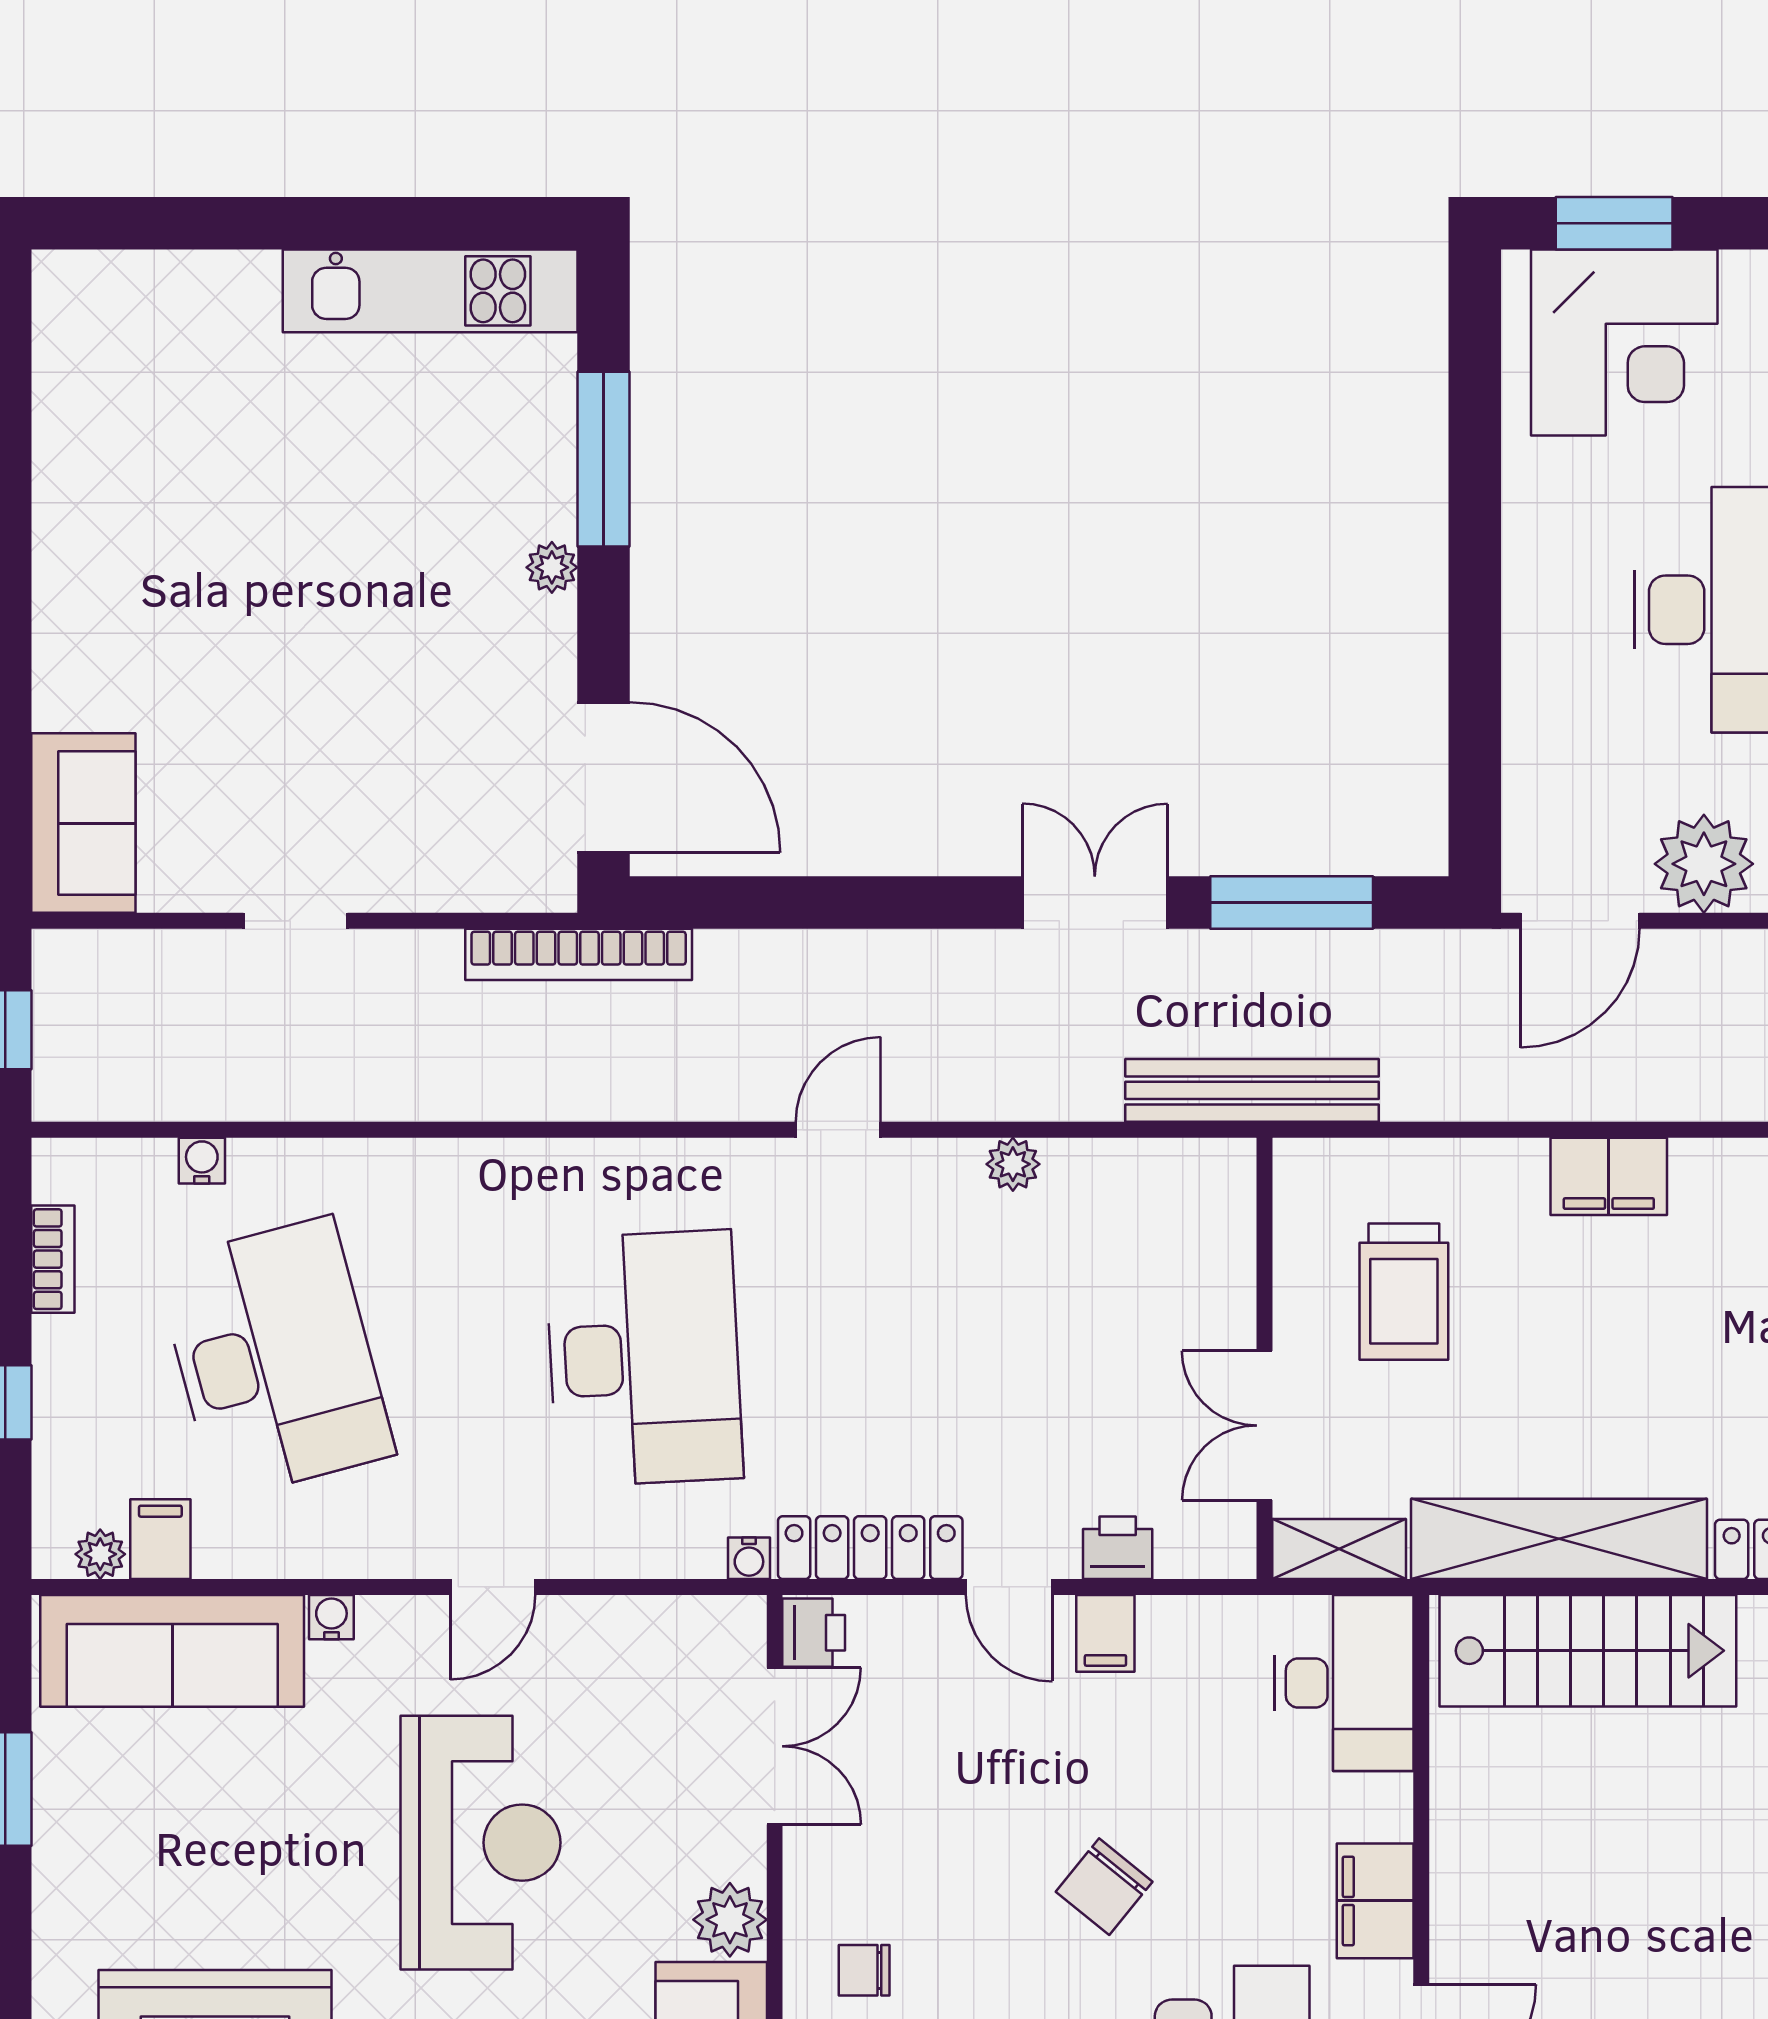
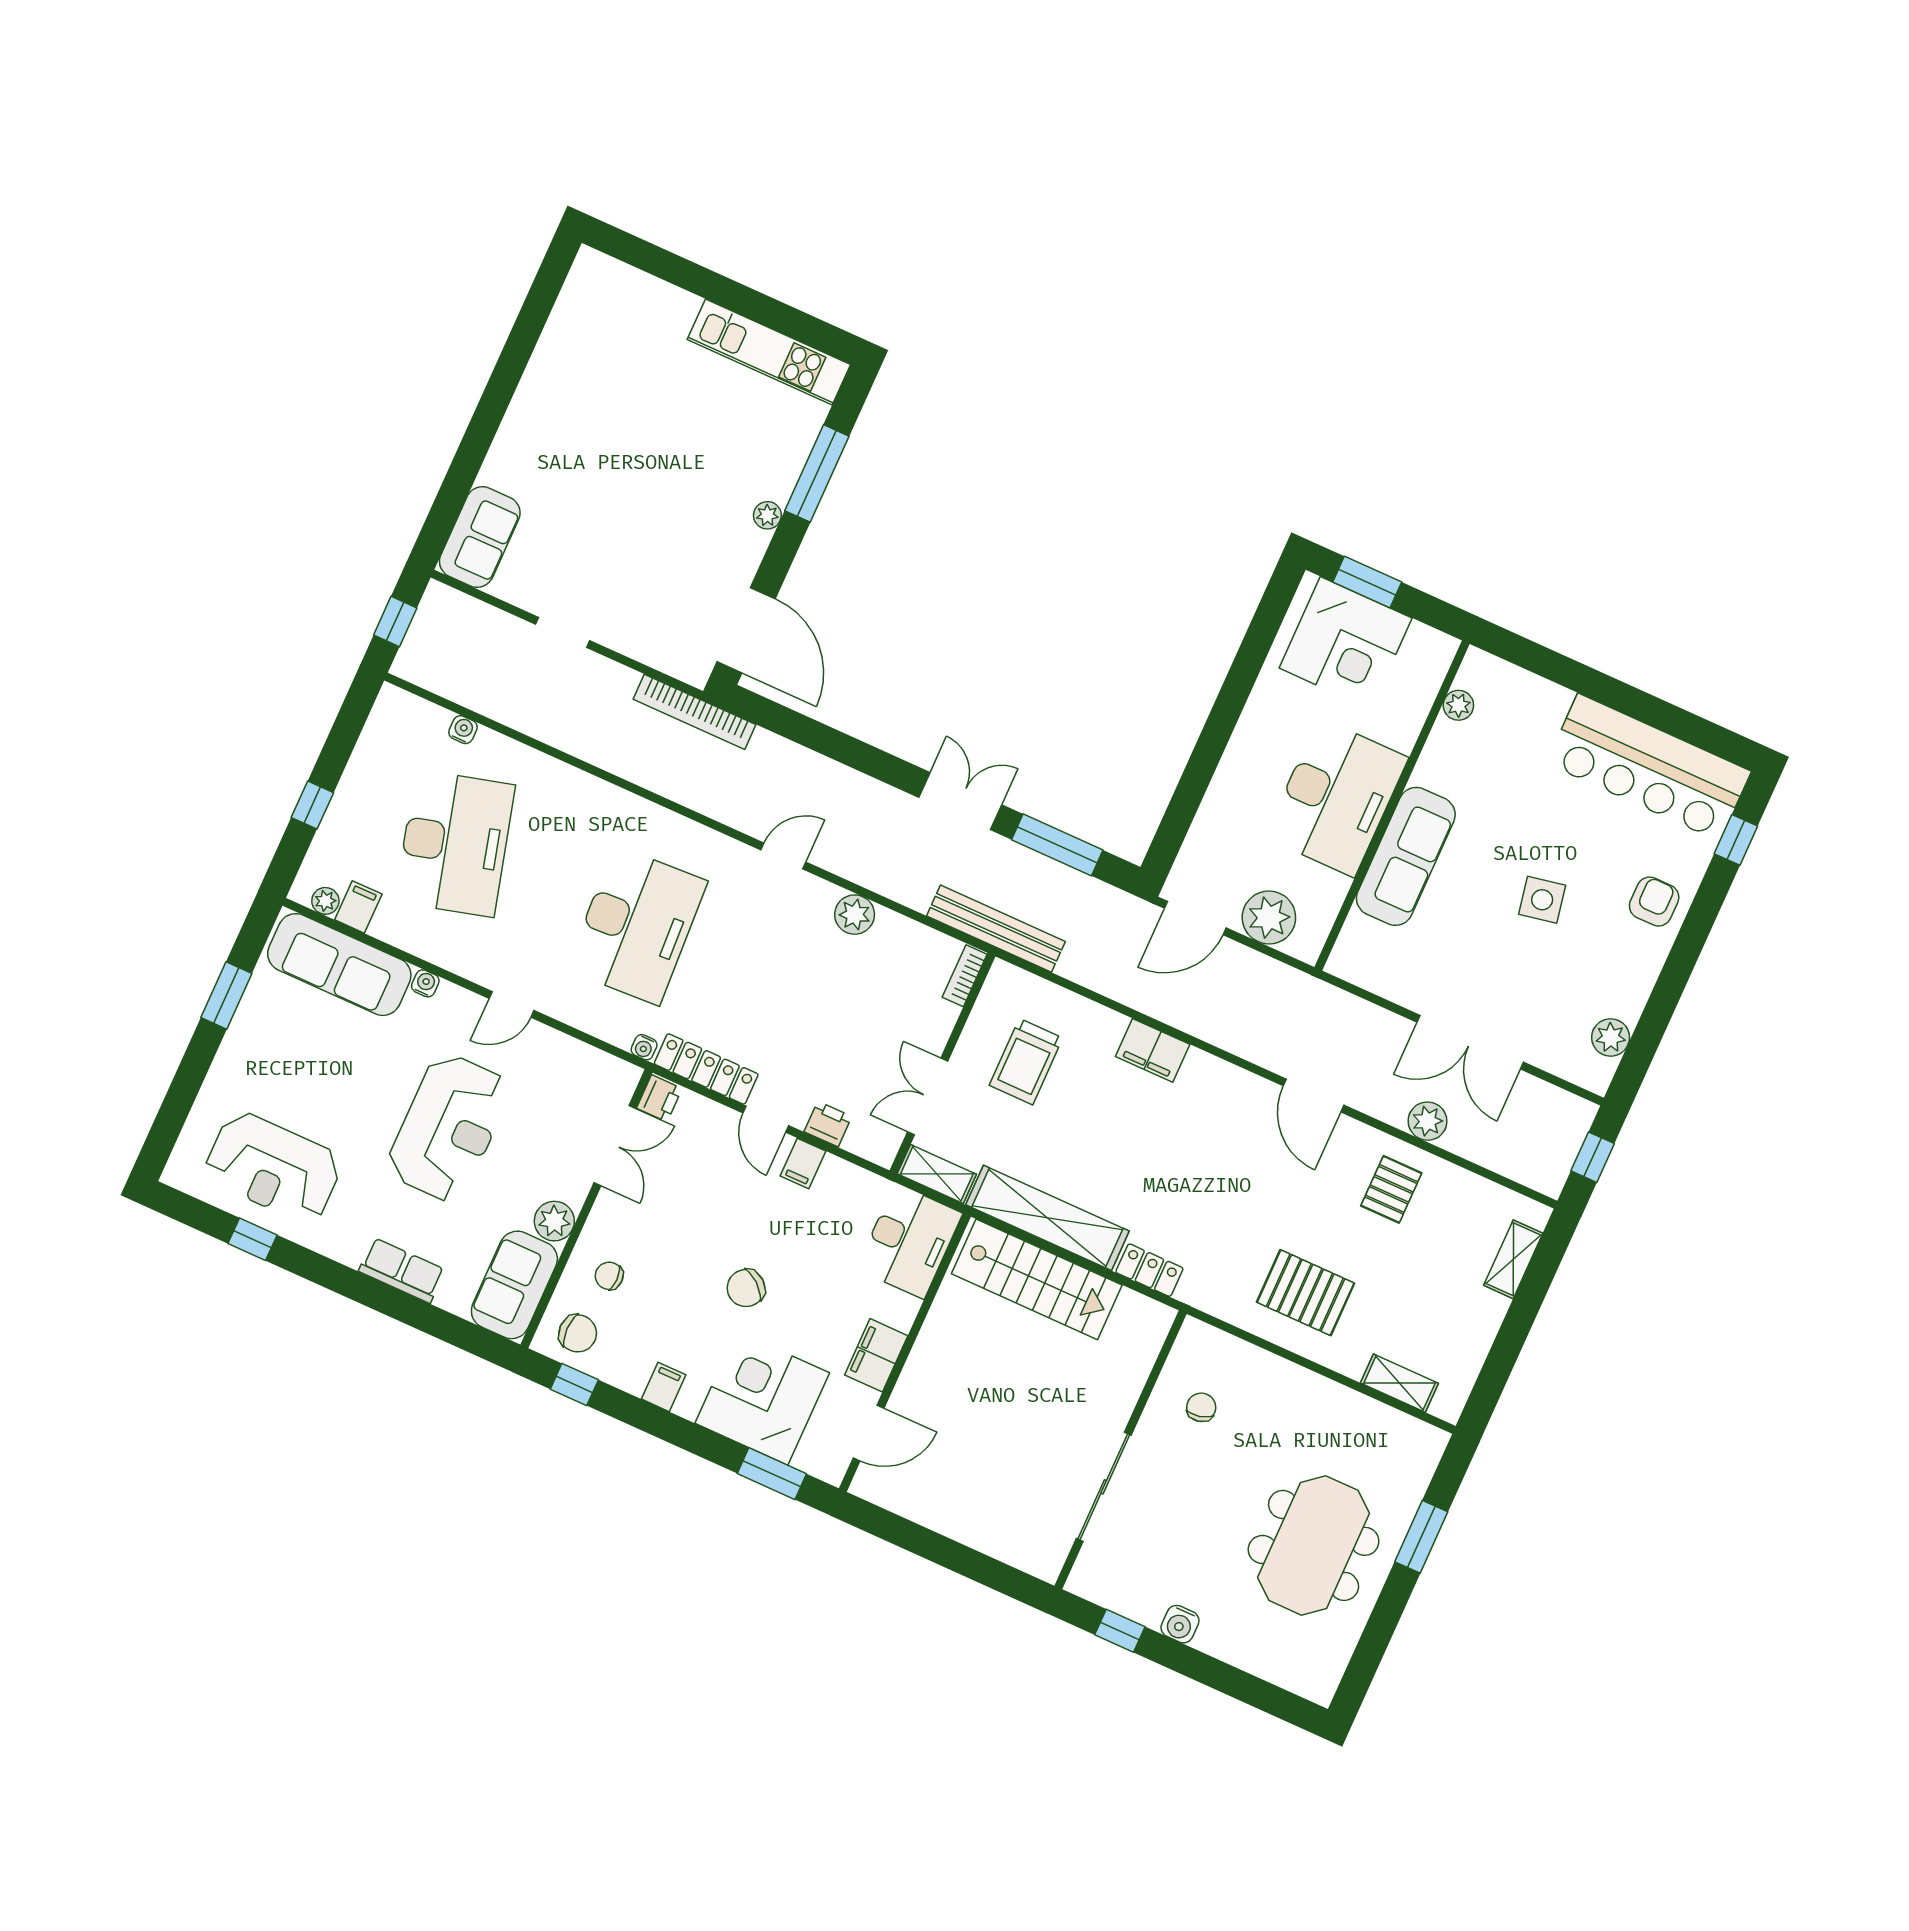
plant: (1013, 1164) -> (855, 915), width x1.38, depth x1.38
bookcase: (53, 1259) -> (965, 976), moved, turned 180

